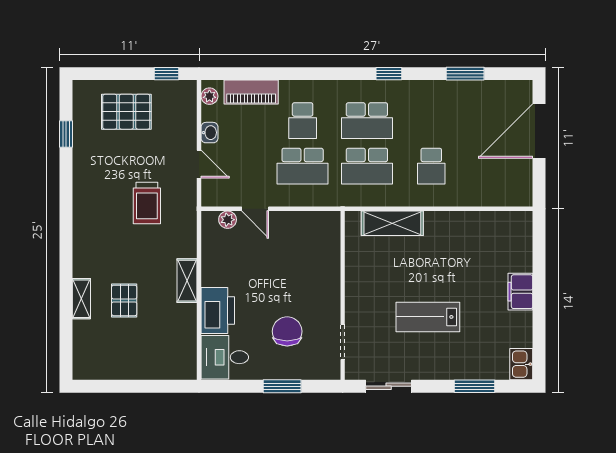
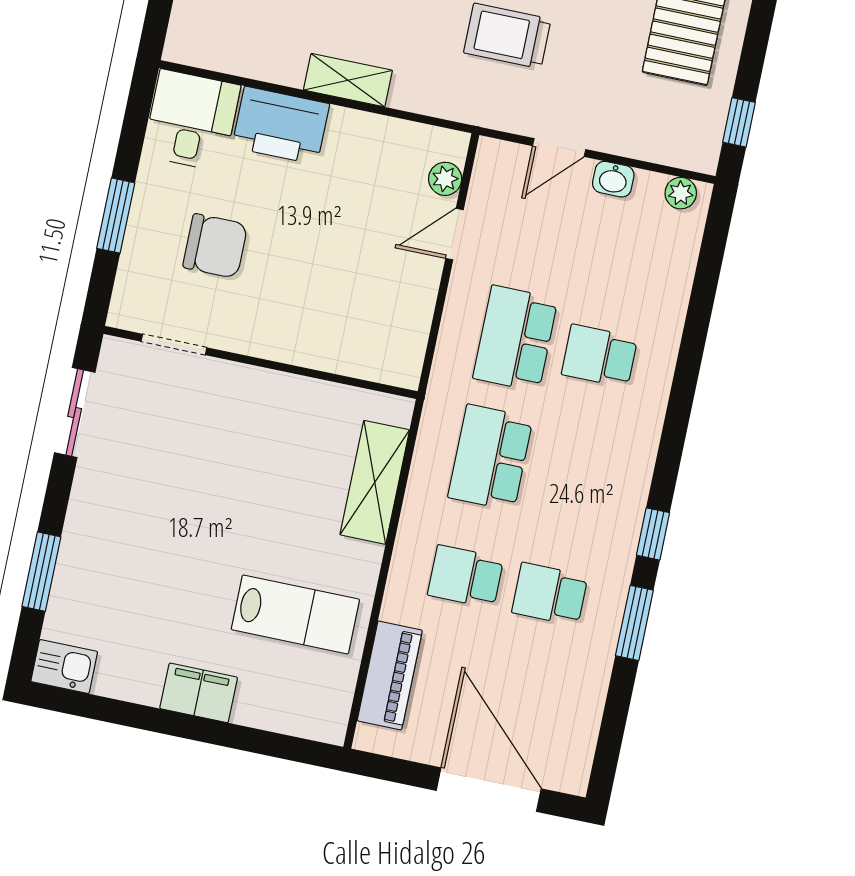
window: (465, 74) -> (634, 623), moved
piano: (251, 92) -> (390, 675), moved, turned 180
school desk: (367, 121) -> (550, 594), moved, width x0.54
lab bench: (428, 317) -> (295, 614), moved, turned 90

